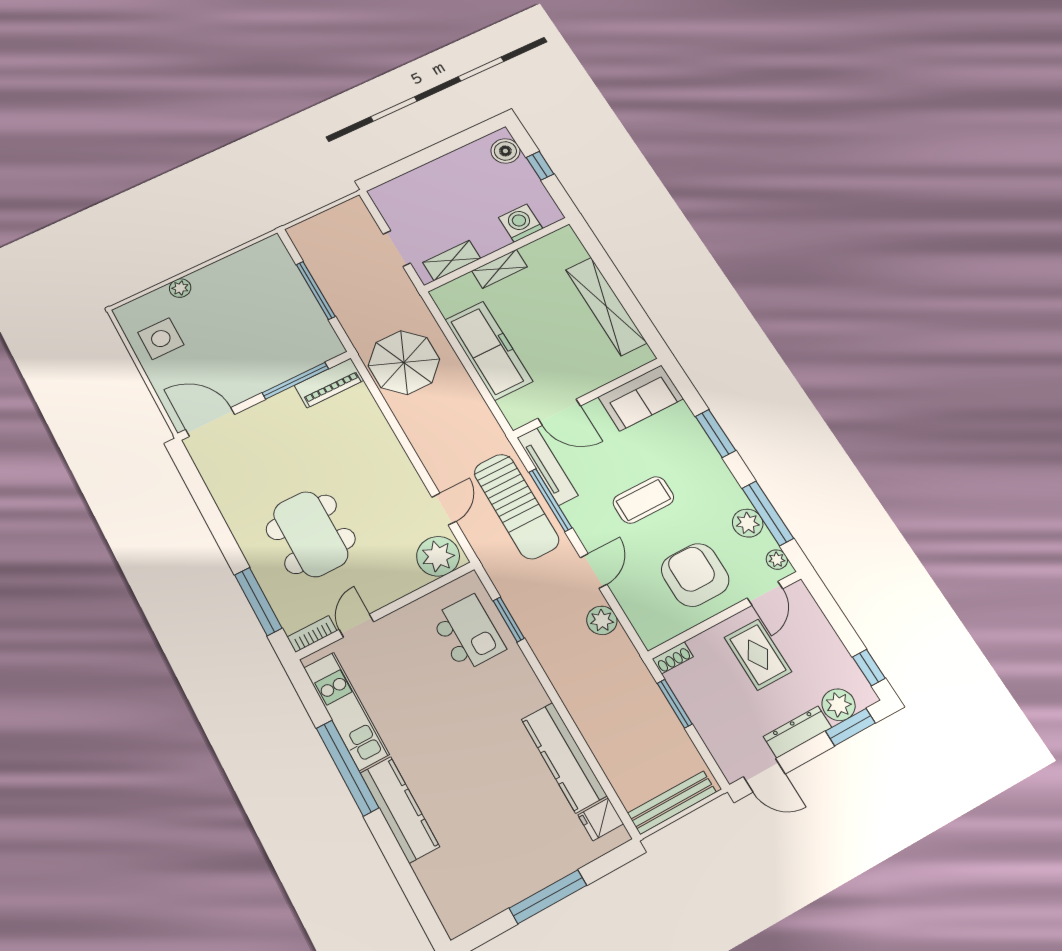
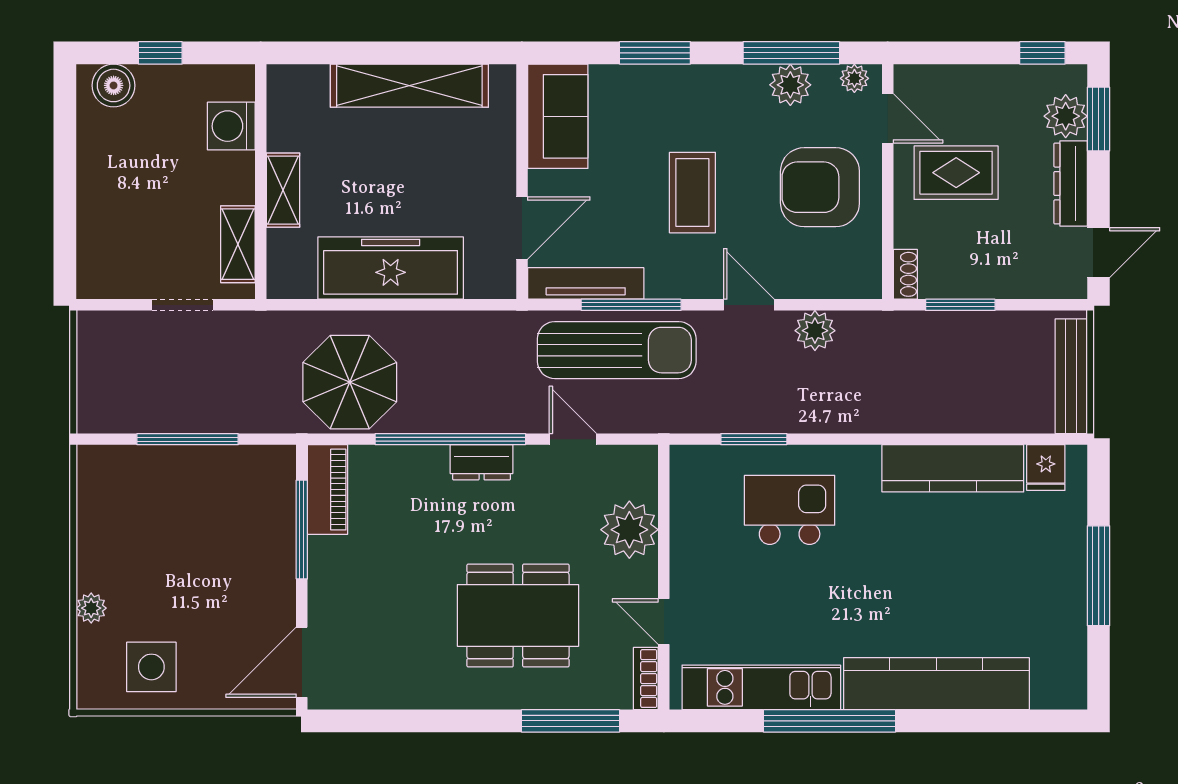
window: (402, 437) -> (450, 439), added
dresser: (398, 463) -> (482, 462), added
plant: (438, 556) -> (629, 530), moved
kitchen island: (468, 633) -> (790, 510), moved
kitchen counter: (400, 810) -> (936, 684), width x1.39, depth x1.17

